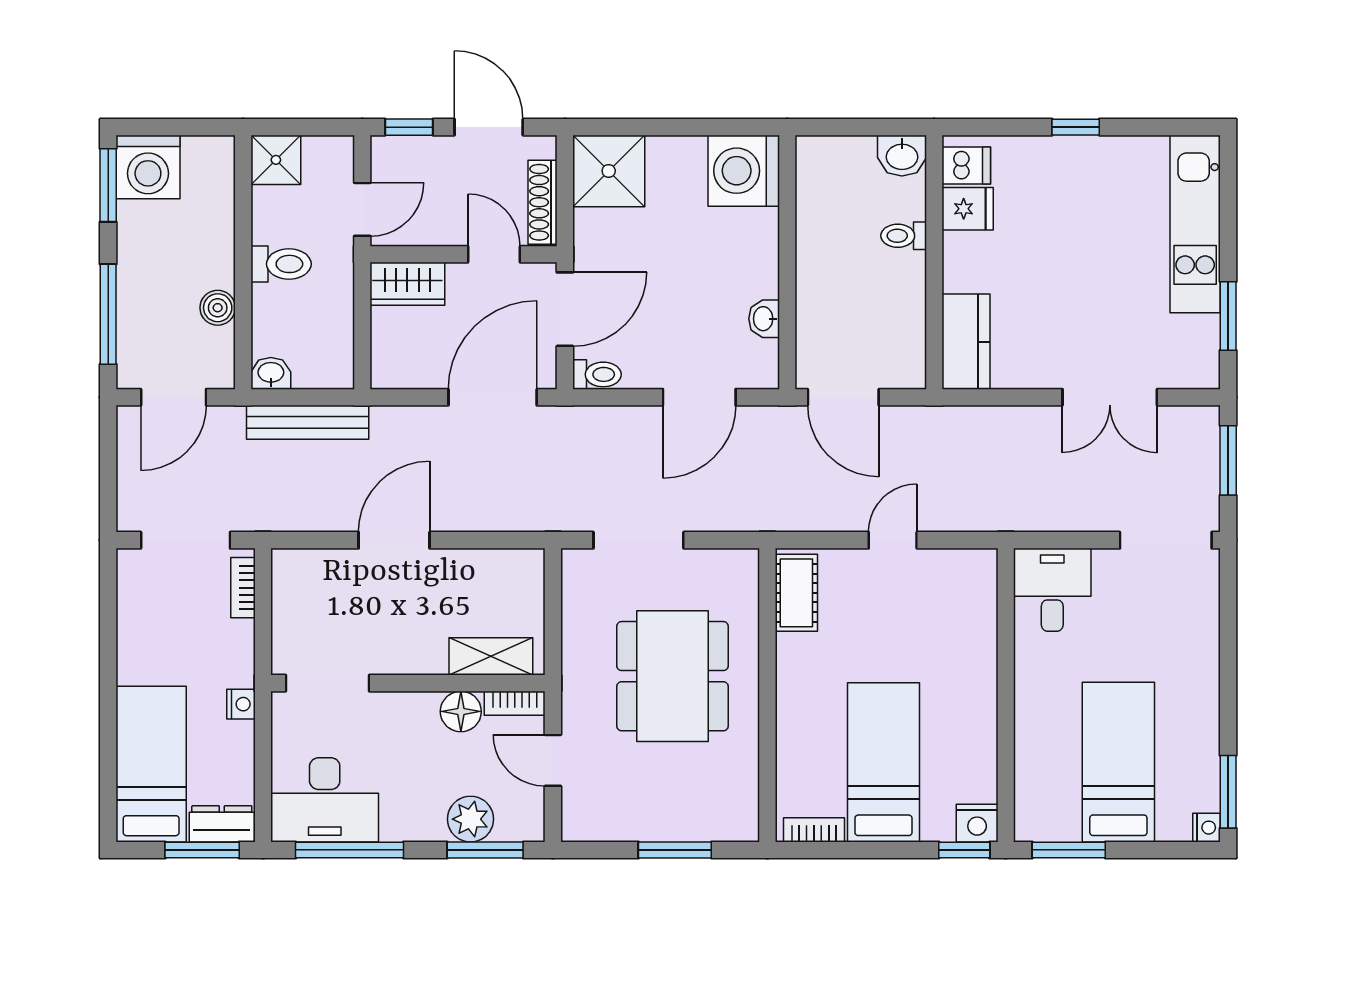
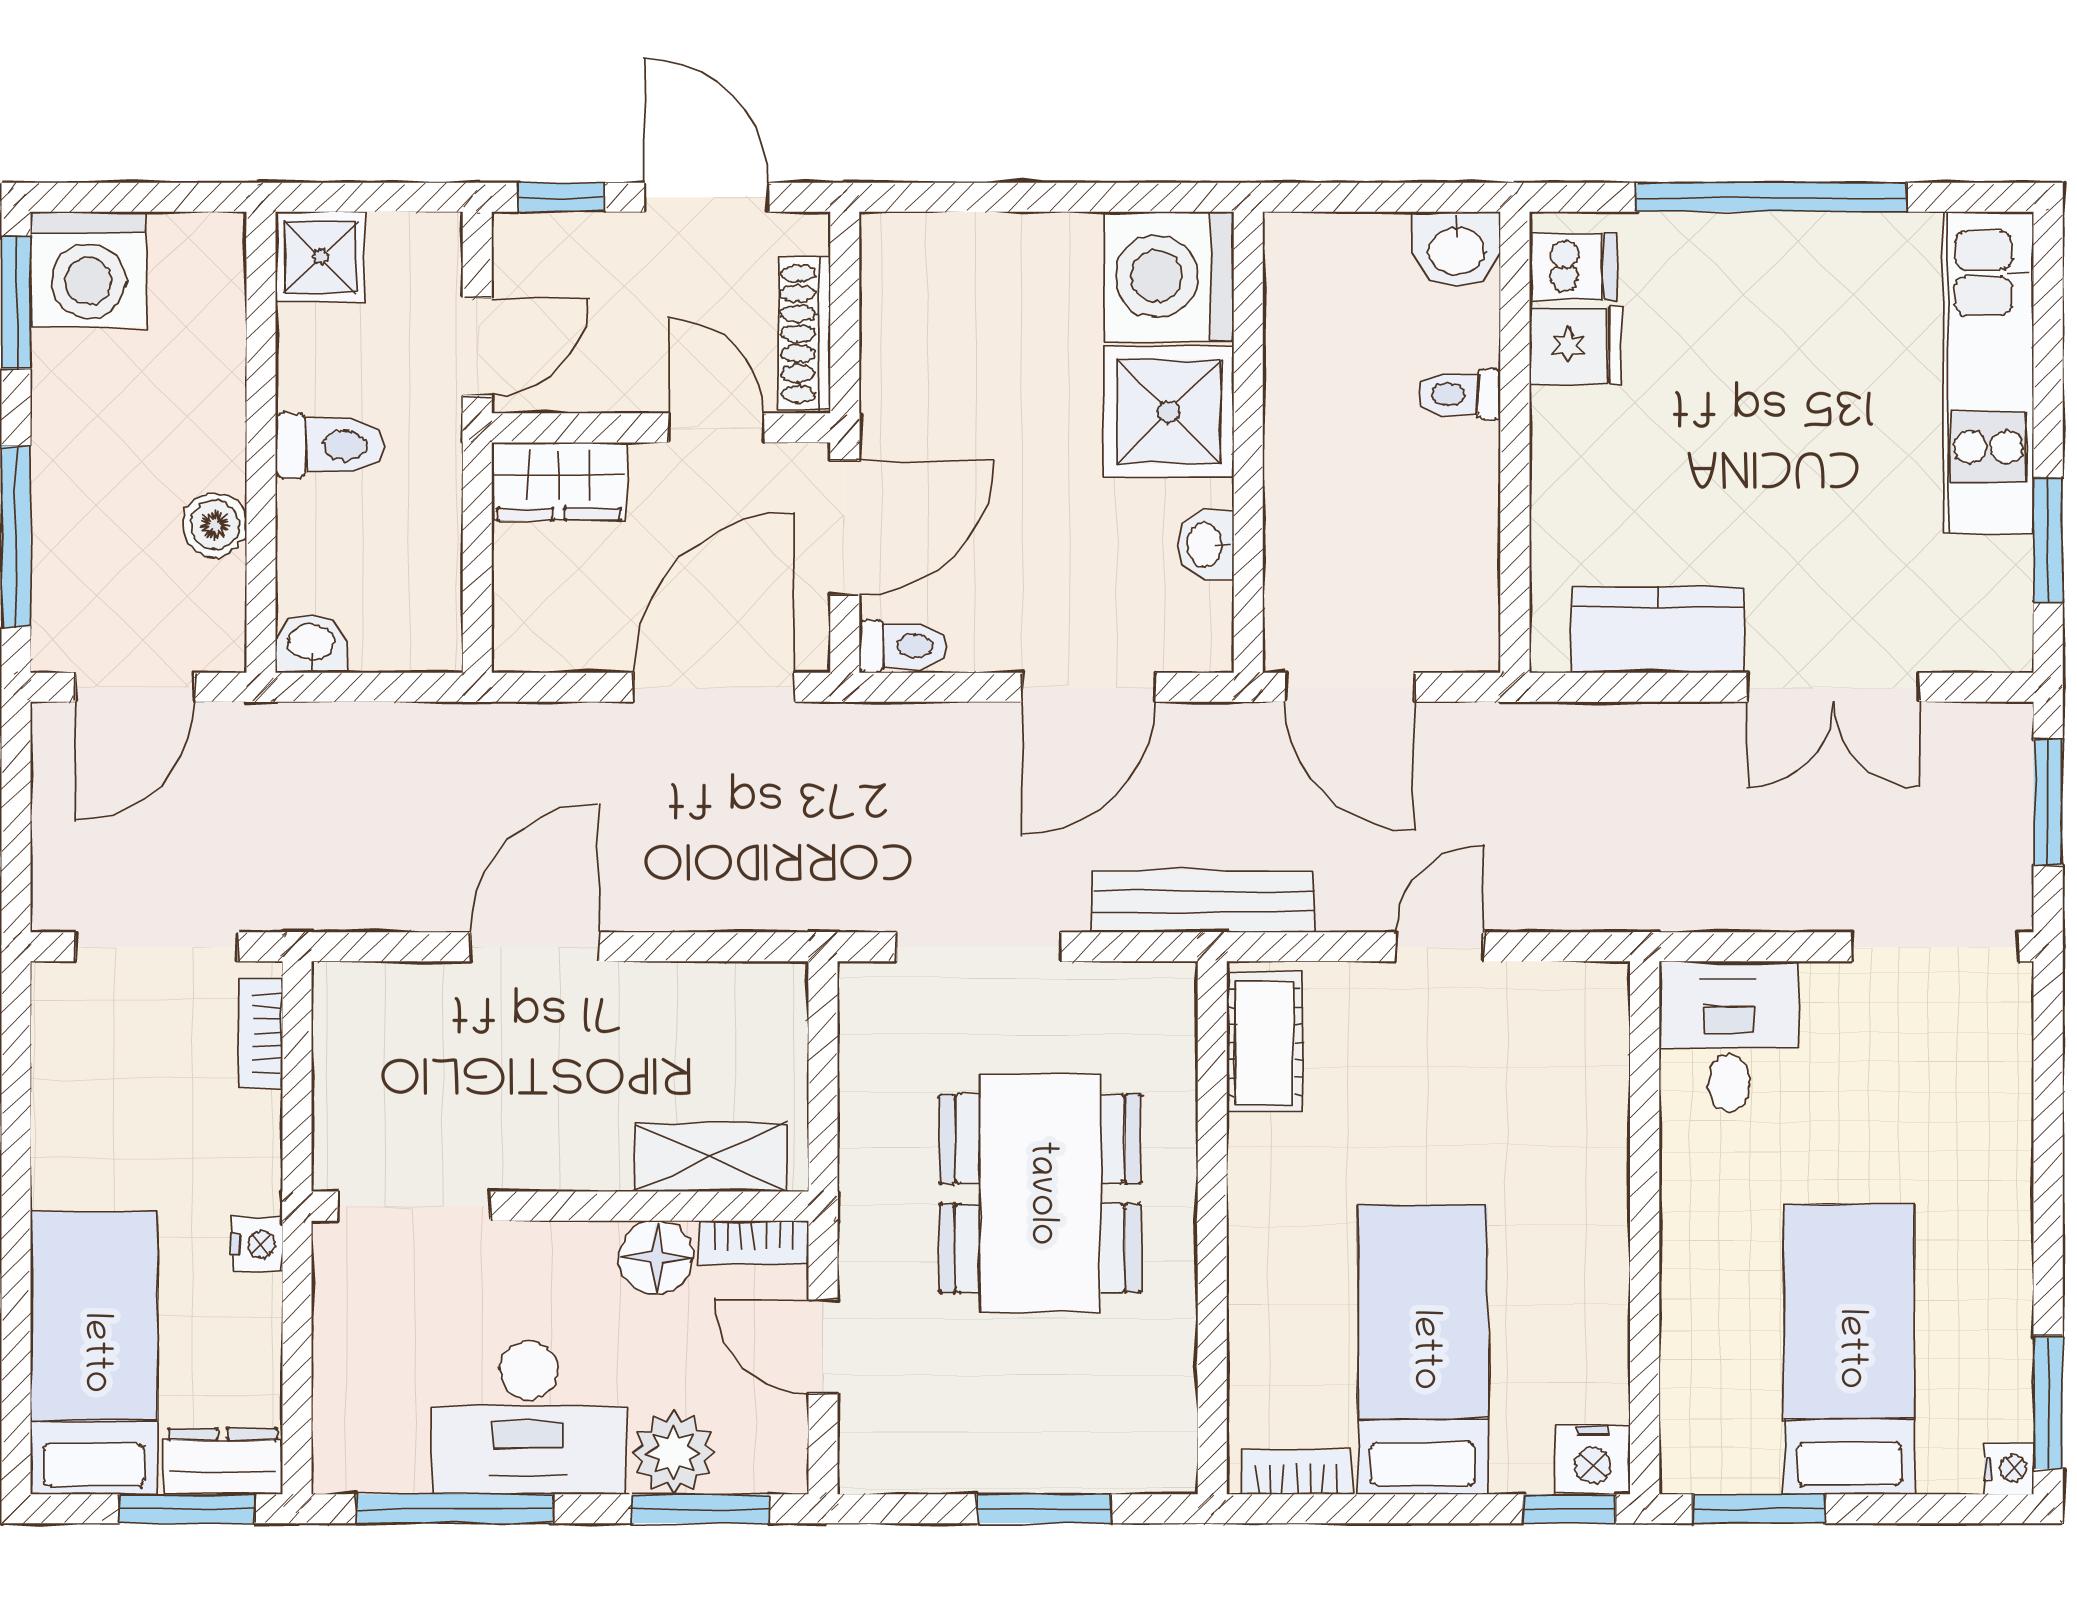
window: (1076, 127) -> (1771, 197), width x3.17
shower: (609, 171) -> (1169, 412), moved
kitchen counter: (966, 342) -> (1658, 630), moved, turned -90
bench: (308, 422) -> (1203, 901), moved
desk: (325, 800) -> (529, 1418), moved

